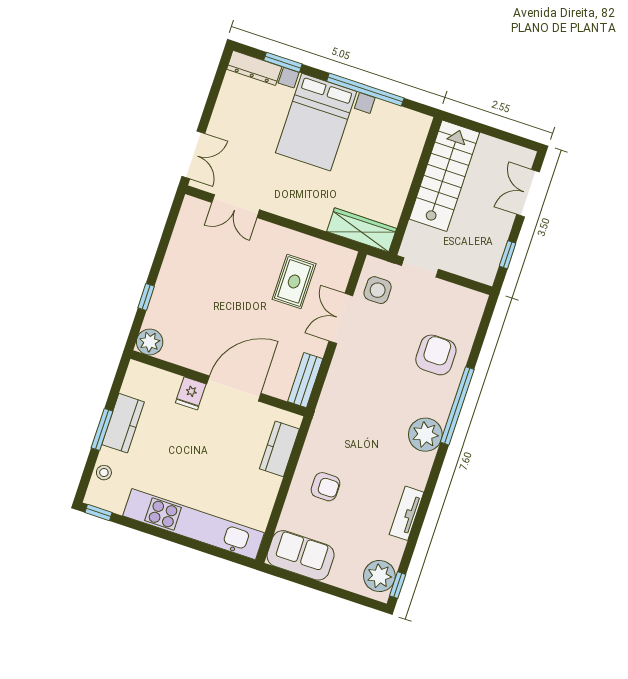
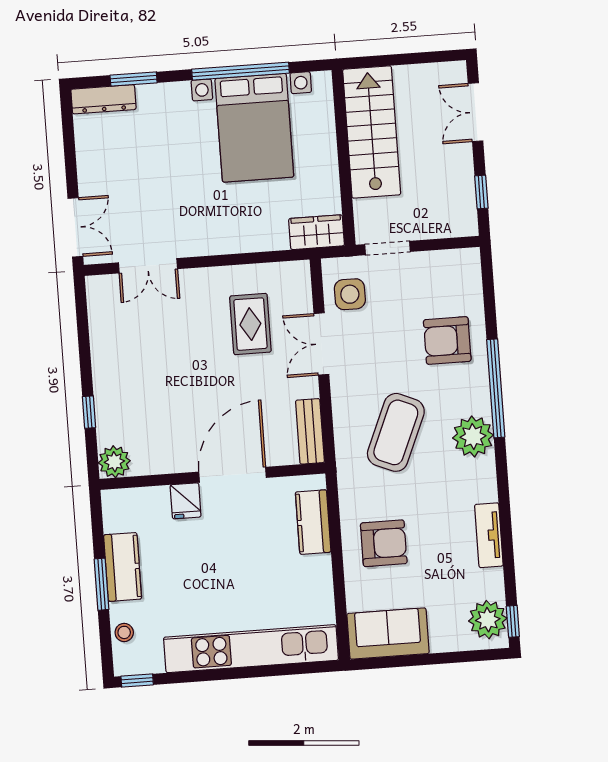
bed with nightstands: (316, 122) -> (254, 128), moved
wardrobe: (362, 230) -> (317, 232), width x0.67
armchair: (436, 355) -> (447, 340), turned -90
coffee table: (369, 408) -> (396, 432), added
armchair: (325, 487) -> (384, 543), width x1.38, depth x1.38

